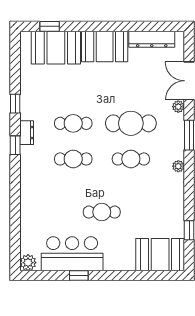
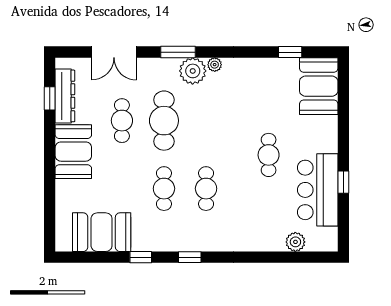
window: (50, 26) -> (50, 98), moved
booth: (56, 48) -> (102, 232), moved, turned 90
plant: (178, 107) -> (193, 71), moved, width x1.88, depth x1.88
dresser: (27, 133) -> (175, 244), removed
cafe table: (131, 159) -> (122, 121), moved
plant: (28, 263) -> (295, 242), moved

